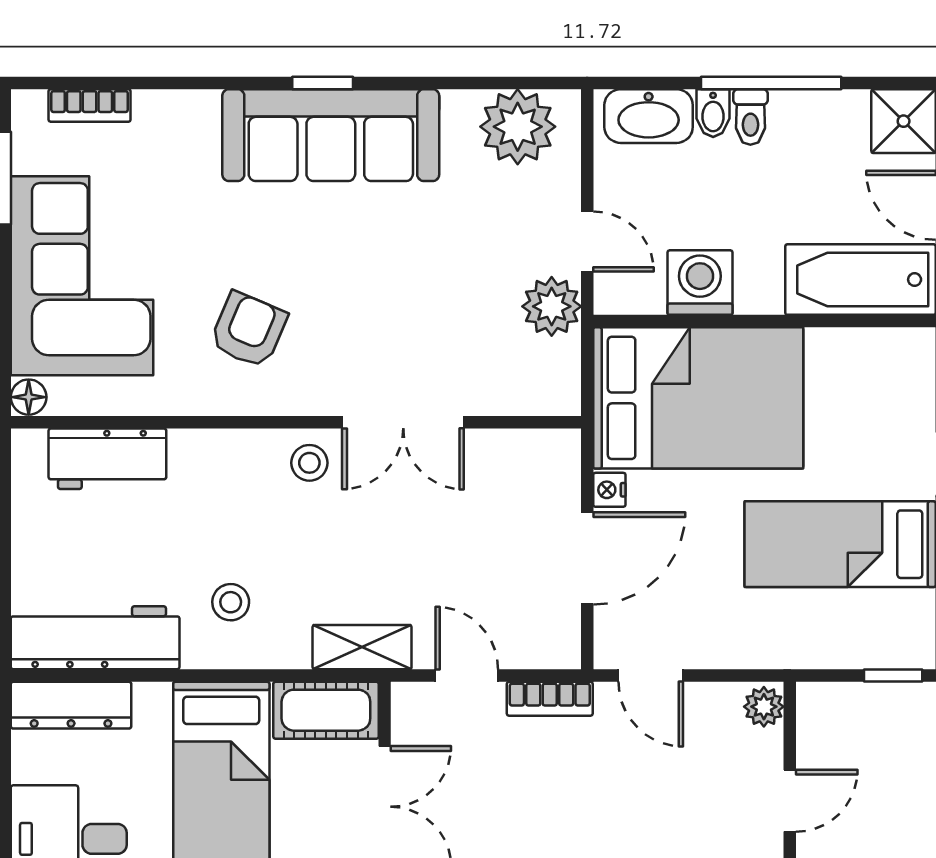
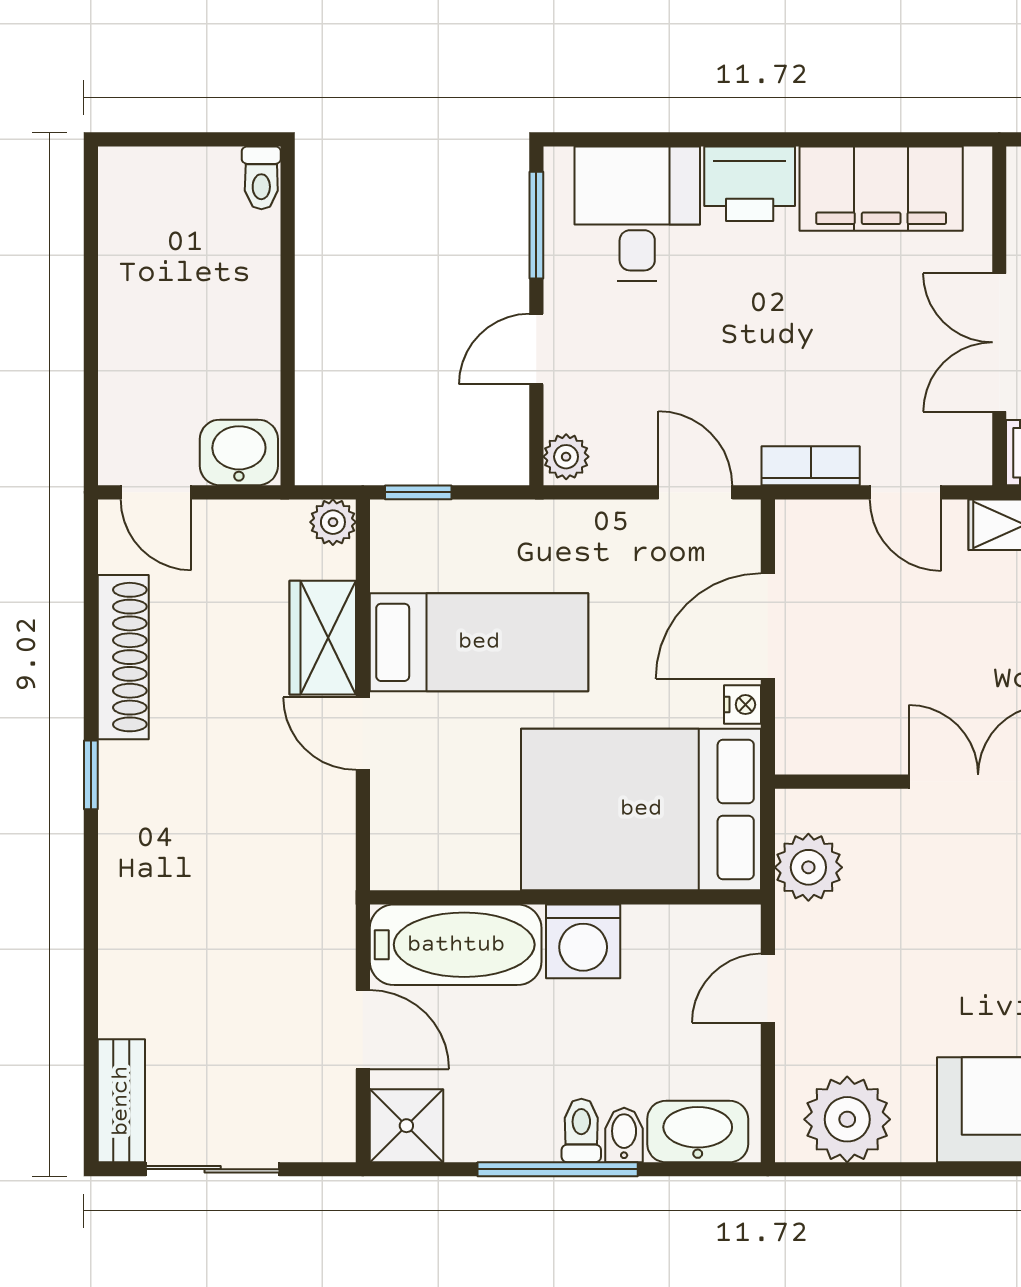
door: (587, 241) -> (768, 988), hinge flipped
washing machine: (700, 283) -> (583, 941), moved
plant: (552, 306) -> (808, 867), moved

